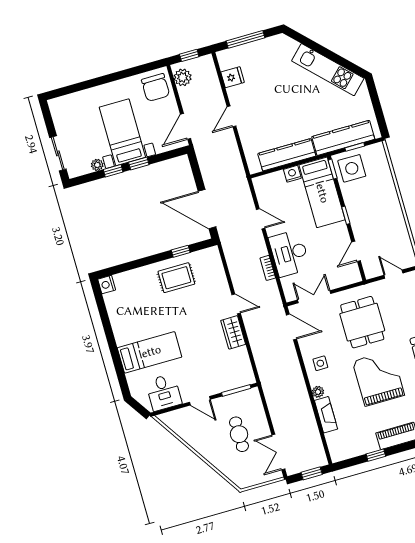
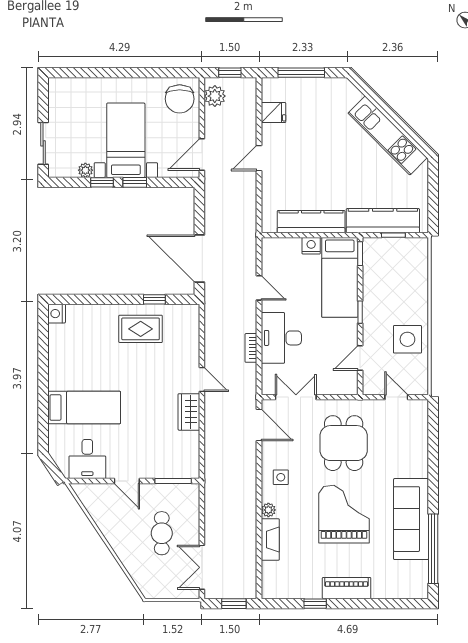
side table: (352, 168) -> (407, 339), moved

